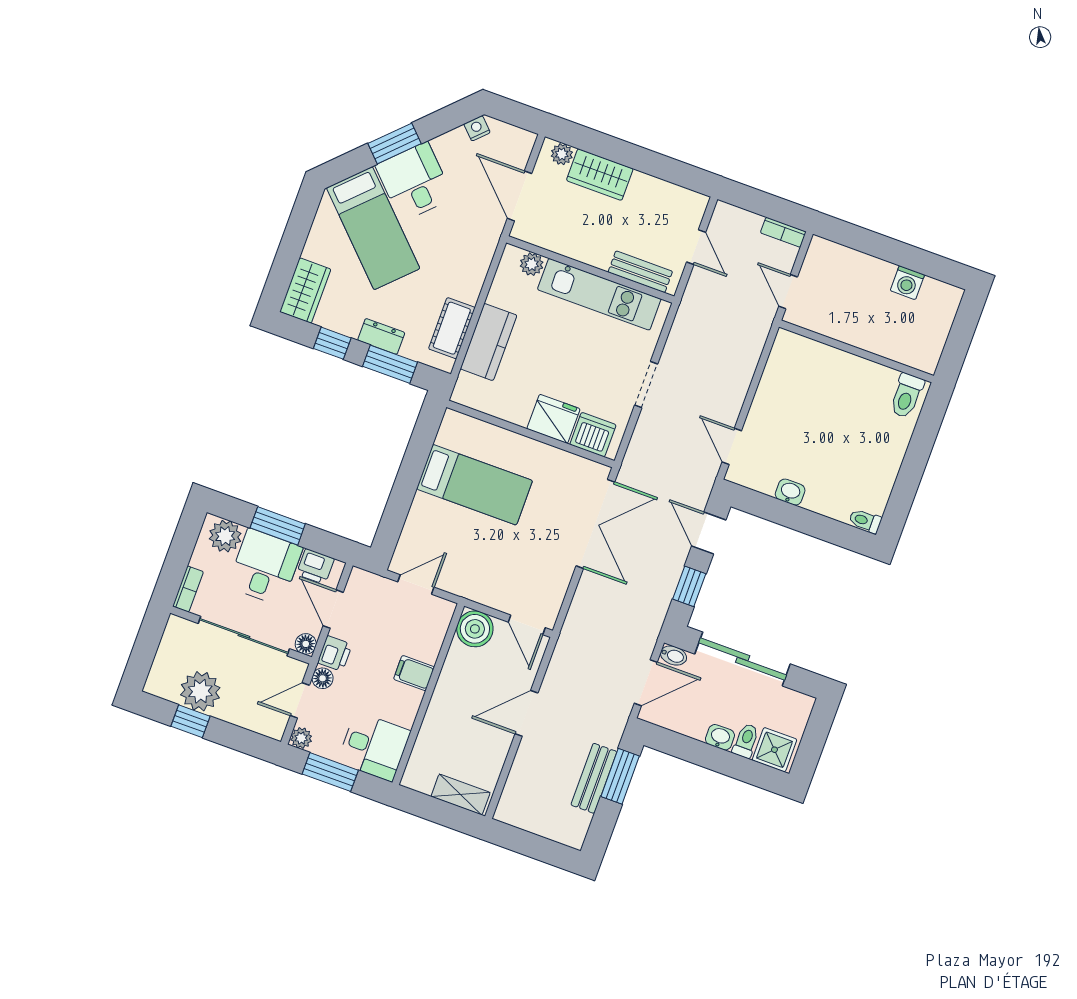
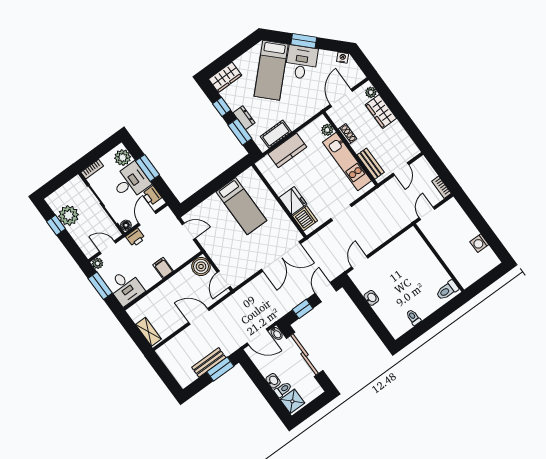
shoe rack: (569, 248) -> (348, 134), added
toilet: (865, 521) -> (413, 317), moved
floor lamp: (323, 678) -> (123, 244), removed

